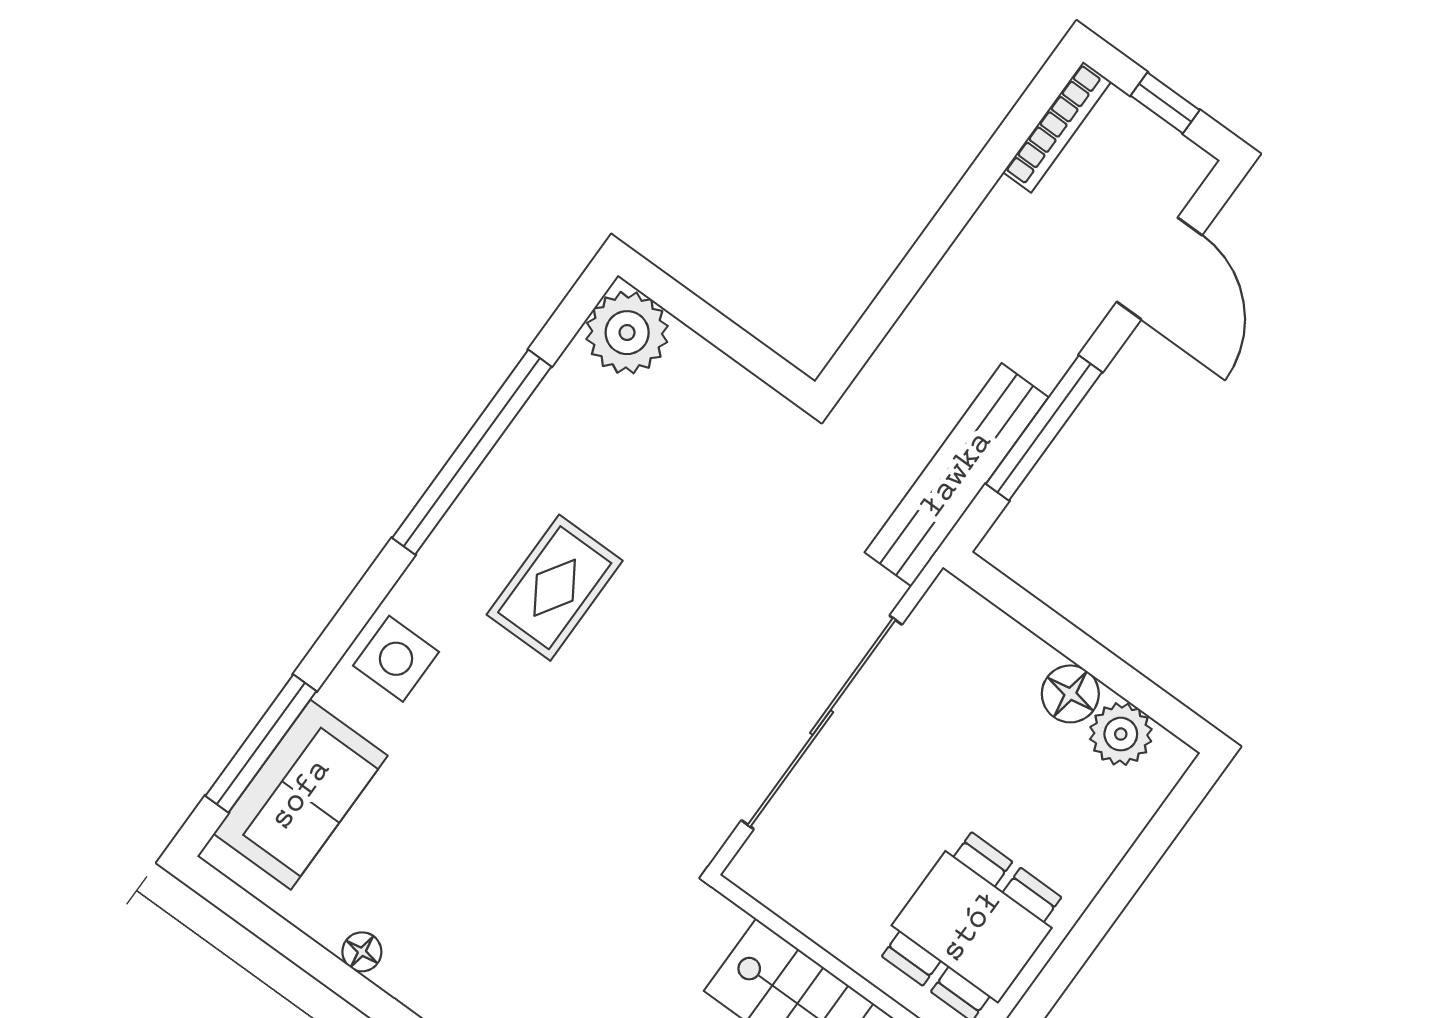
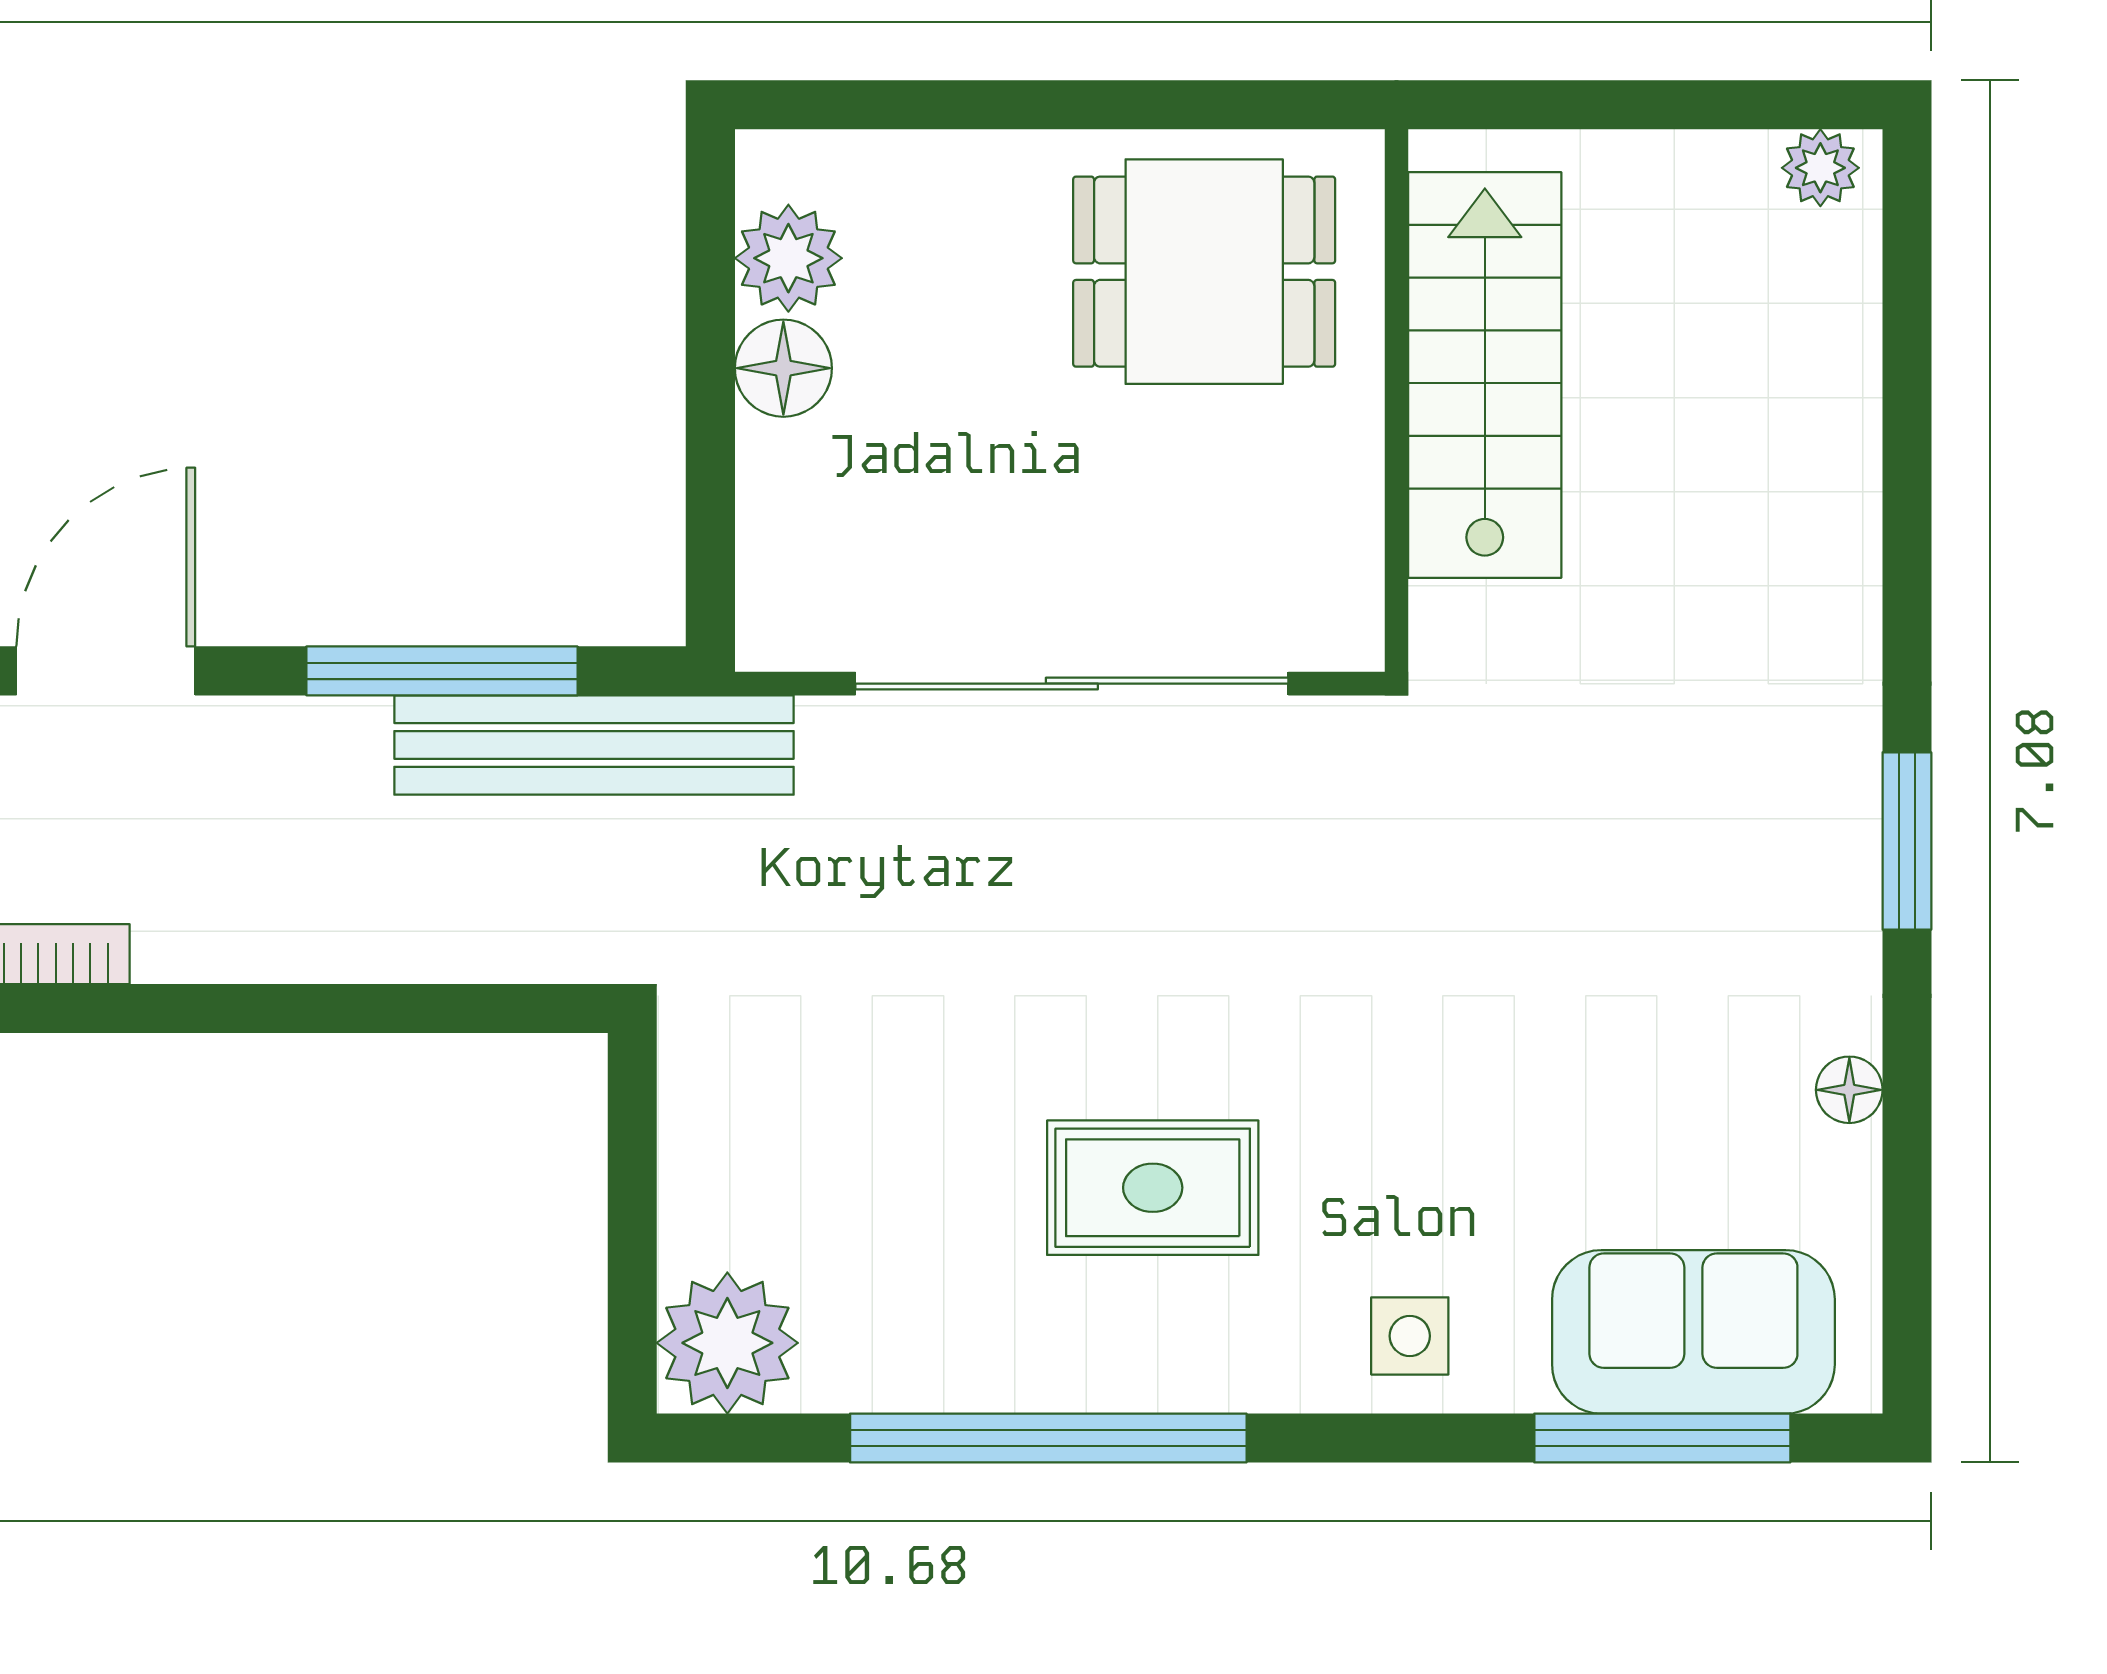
side table: (396, 659) -> (1410, 1336), width x0.73, depth x0.73

